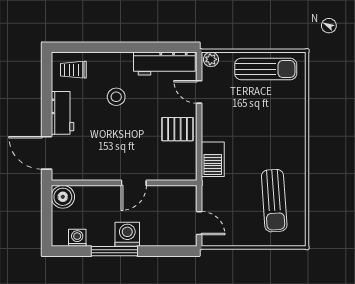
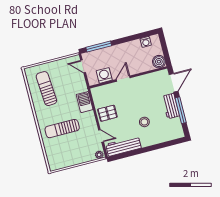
sun lounger: (266, 69) -> (62, 129), moved
trolley: (73, 70) -> (171, 130), removed
window: (47, 101) -> (181, 110), added
door: (47, 153) -> (174, 83), hinge flipped
washing machine: (127, 234) -> (104, 75), moved, turned 180
window: (114, 251) -> (99, 46), moved

